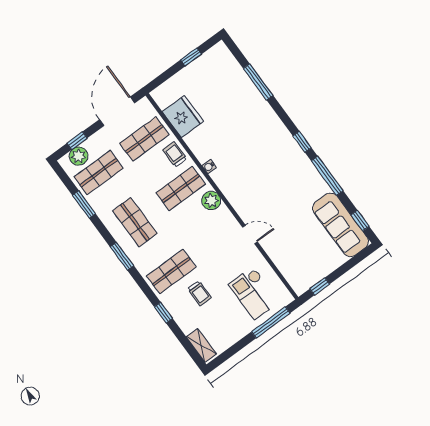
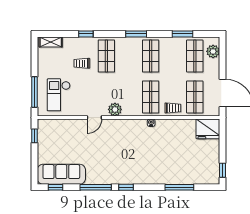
window: (191, 57) -> (223, 170), moved
fridge: (183, 117) -> (208, 129), moved
window: (77, 141) -> (223, 57), removed
plant: (211, 201) -> (115, 109), moved
shop shelf: (135, 222) -> (151, 56), turned 90
checkout: (254, 293) -> (59, 95), turned -90

